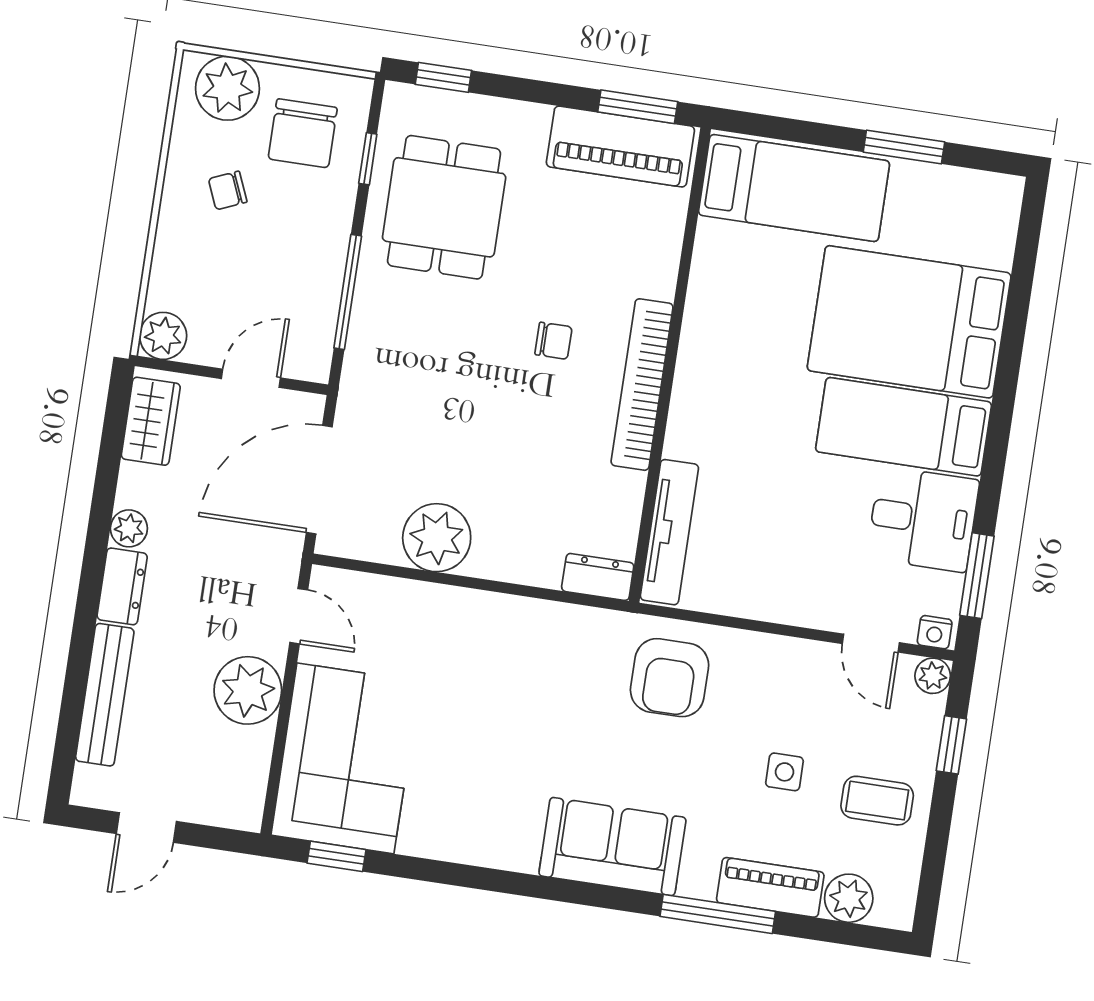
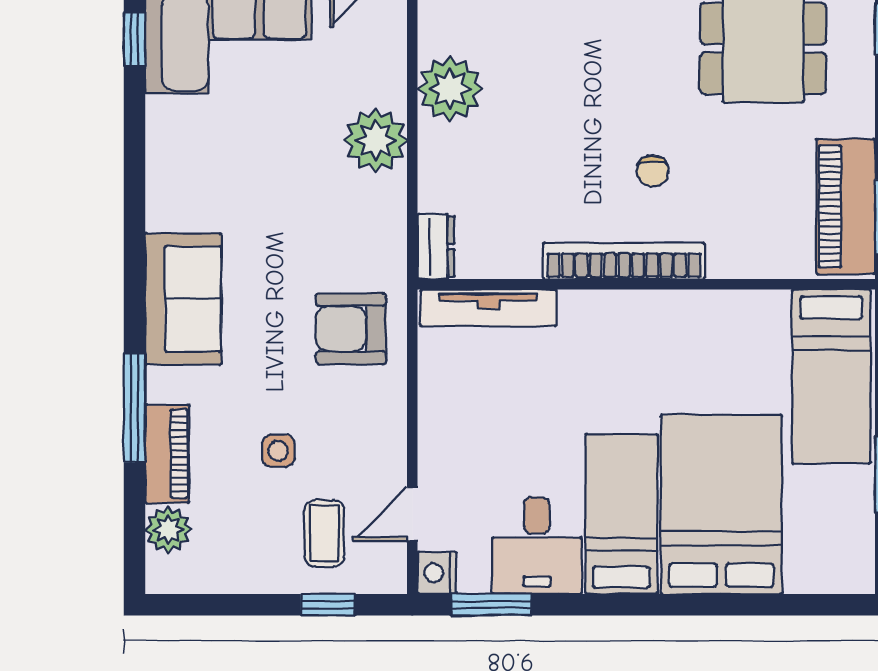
nightstand: (935, 632) -> (437, 573), width x1.39, depth x1.35
plant: (933, 676) -> (376, 140), moved, width x1.88, depth x1.88
coffee table: (877, 801) -> (324, 533), moved

